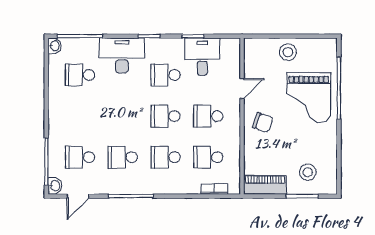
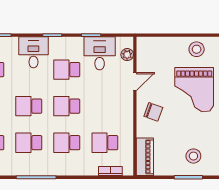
stool: (288, 52) -> (197, 49), moved
desk: (122, 56) -> (33, 52), width x0.73
plant: (233, 58) -> (127, 55), added
school desk: (208, 116) -> (29, 106), moved
piano: (265, 185) -> (145, 157), moved, turned 90

